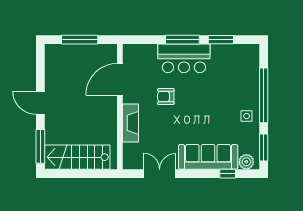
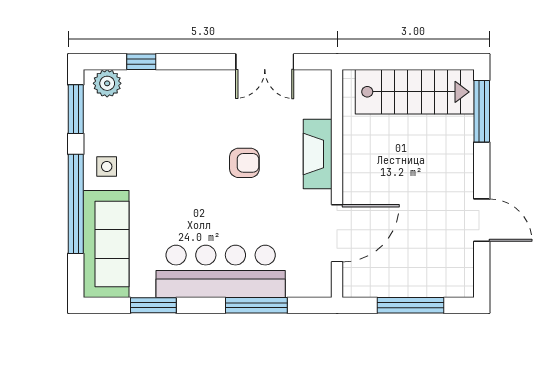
window: (182, 40) -> (256, 305), moved
bar counter: (184, 58) -> (221, 271), width x1.36
armchair: (166, 96) -> (244, 163), moved
door: (40, 103) -> (482, 220), moved
sofa: (208, 157) -> (106, 244), moved, turned -90

